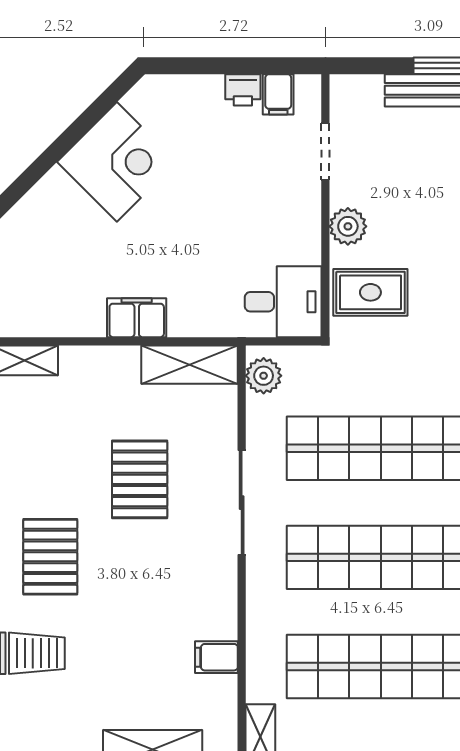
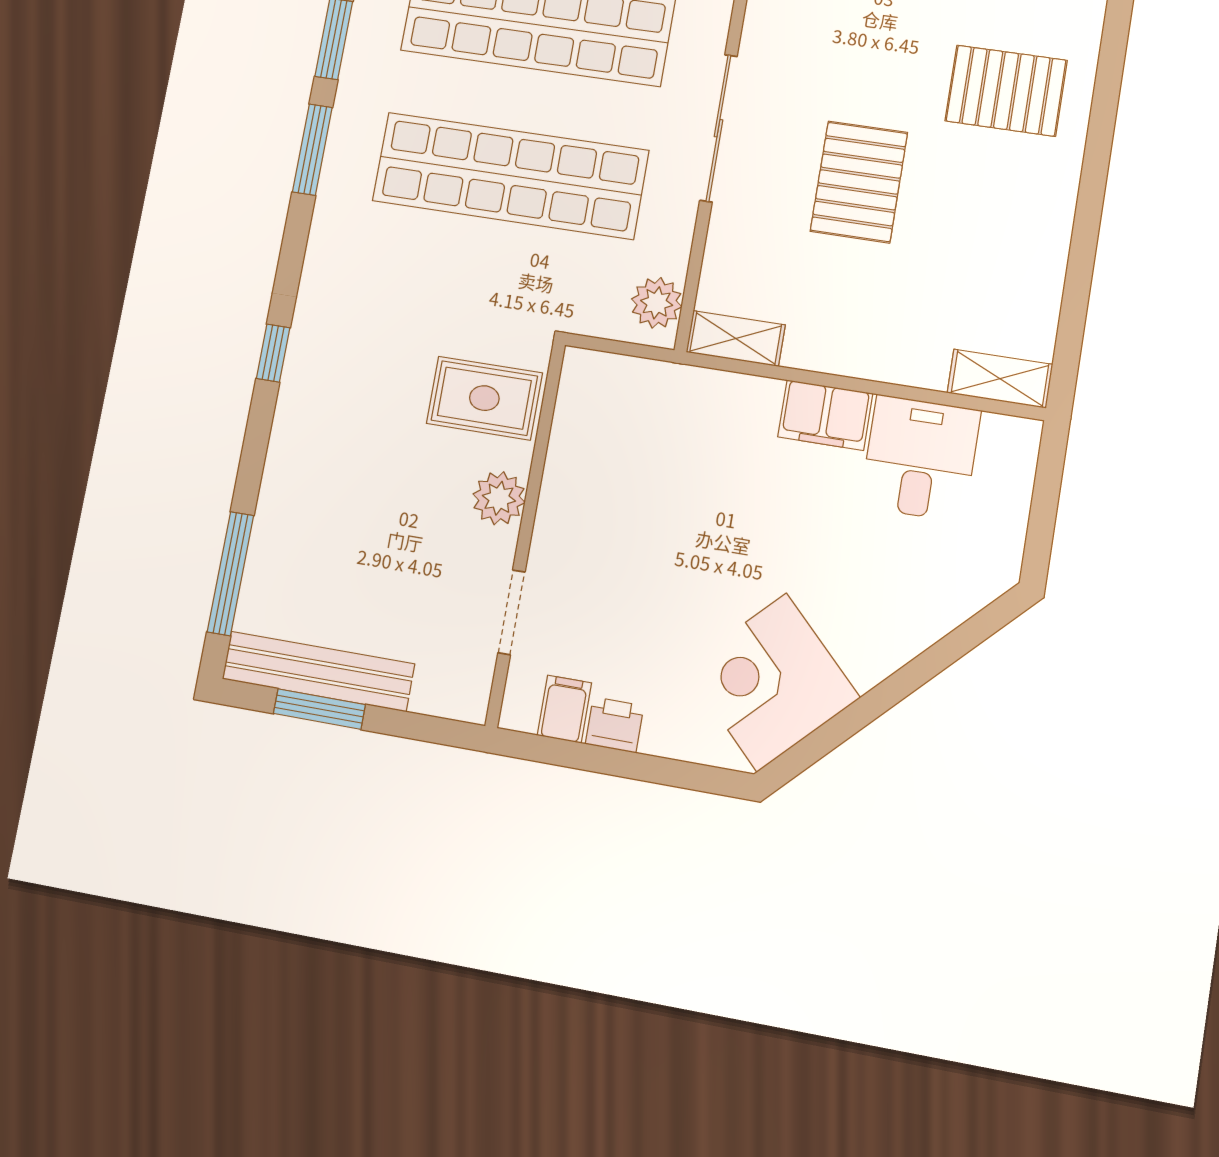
corner desk: (117, 162) -> (772, 682), moved
desk: (283, 302) -> (920, 458), moved, turned 90
shelving: (190, 365) -> (736, 338), width x0.67, depth x0.75
pallet: (50, 557) -> (1006, 91), turned 90

